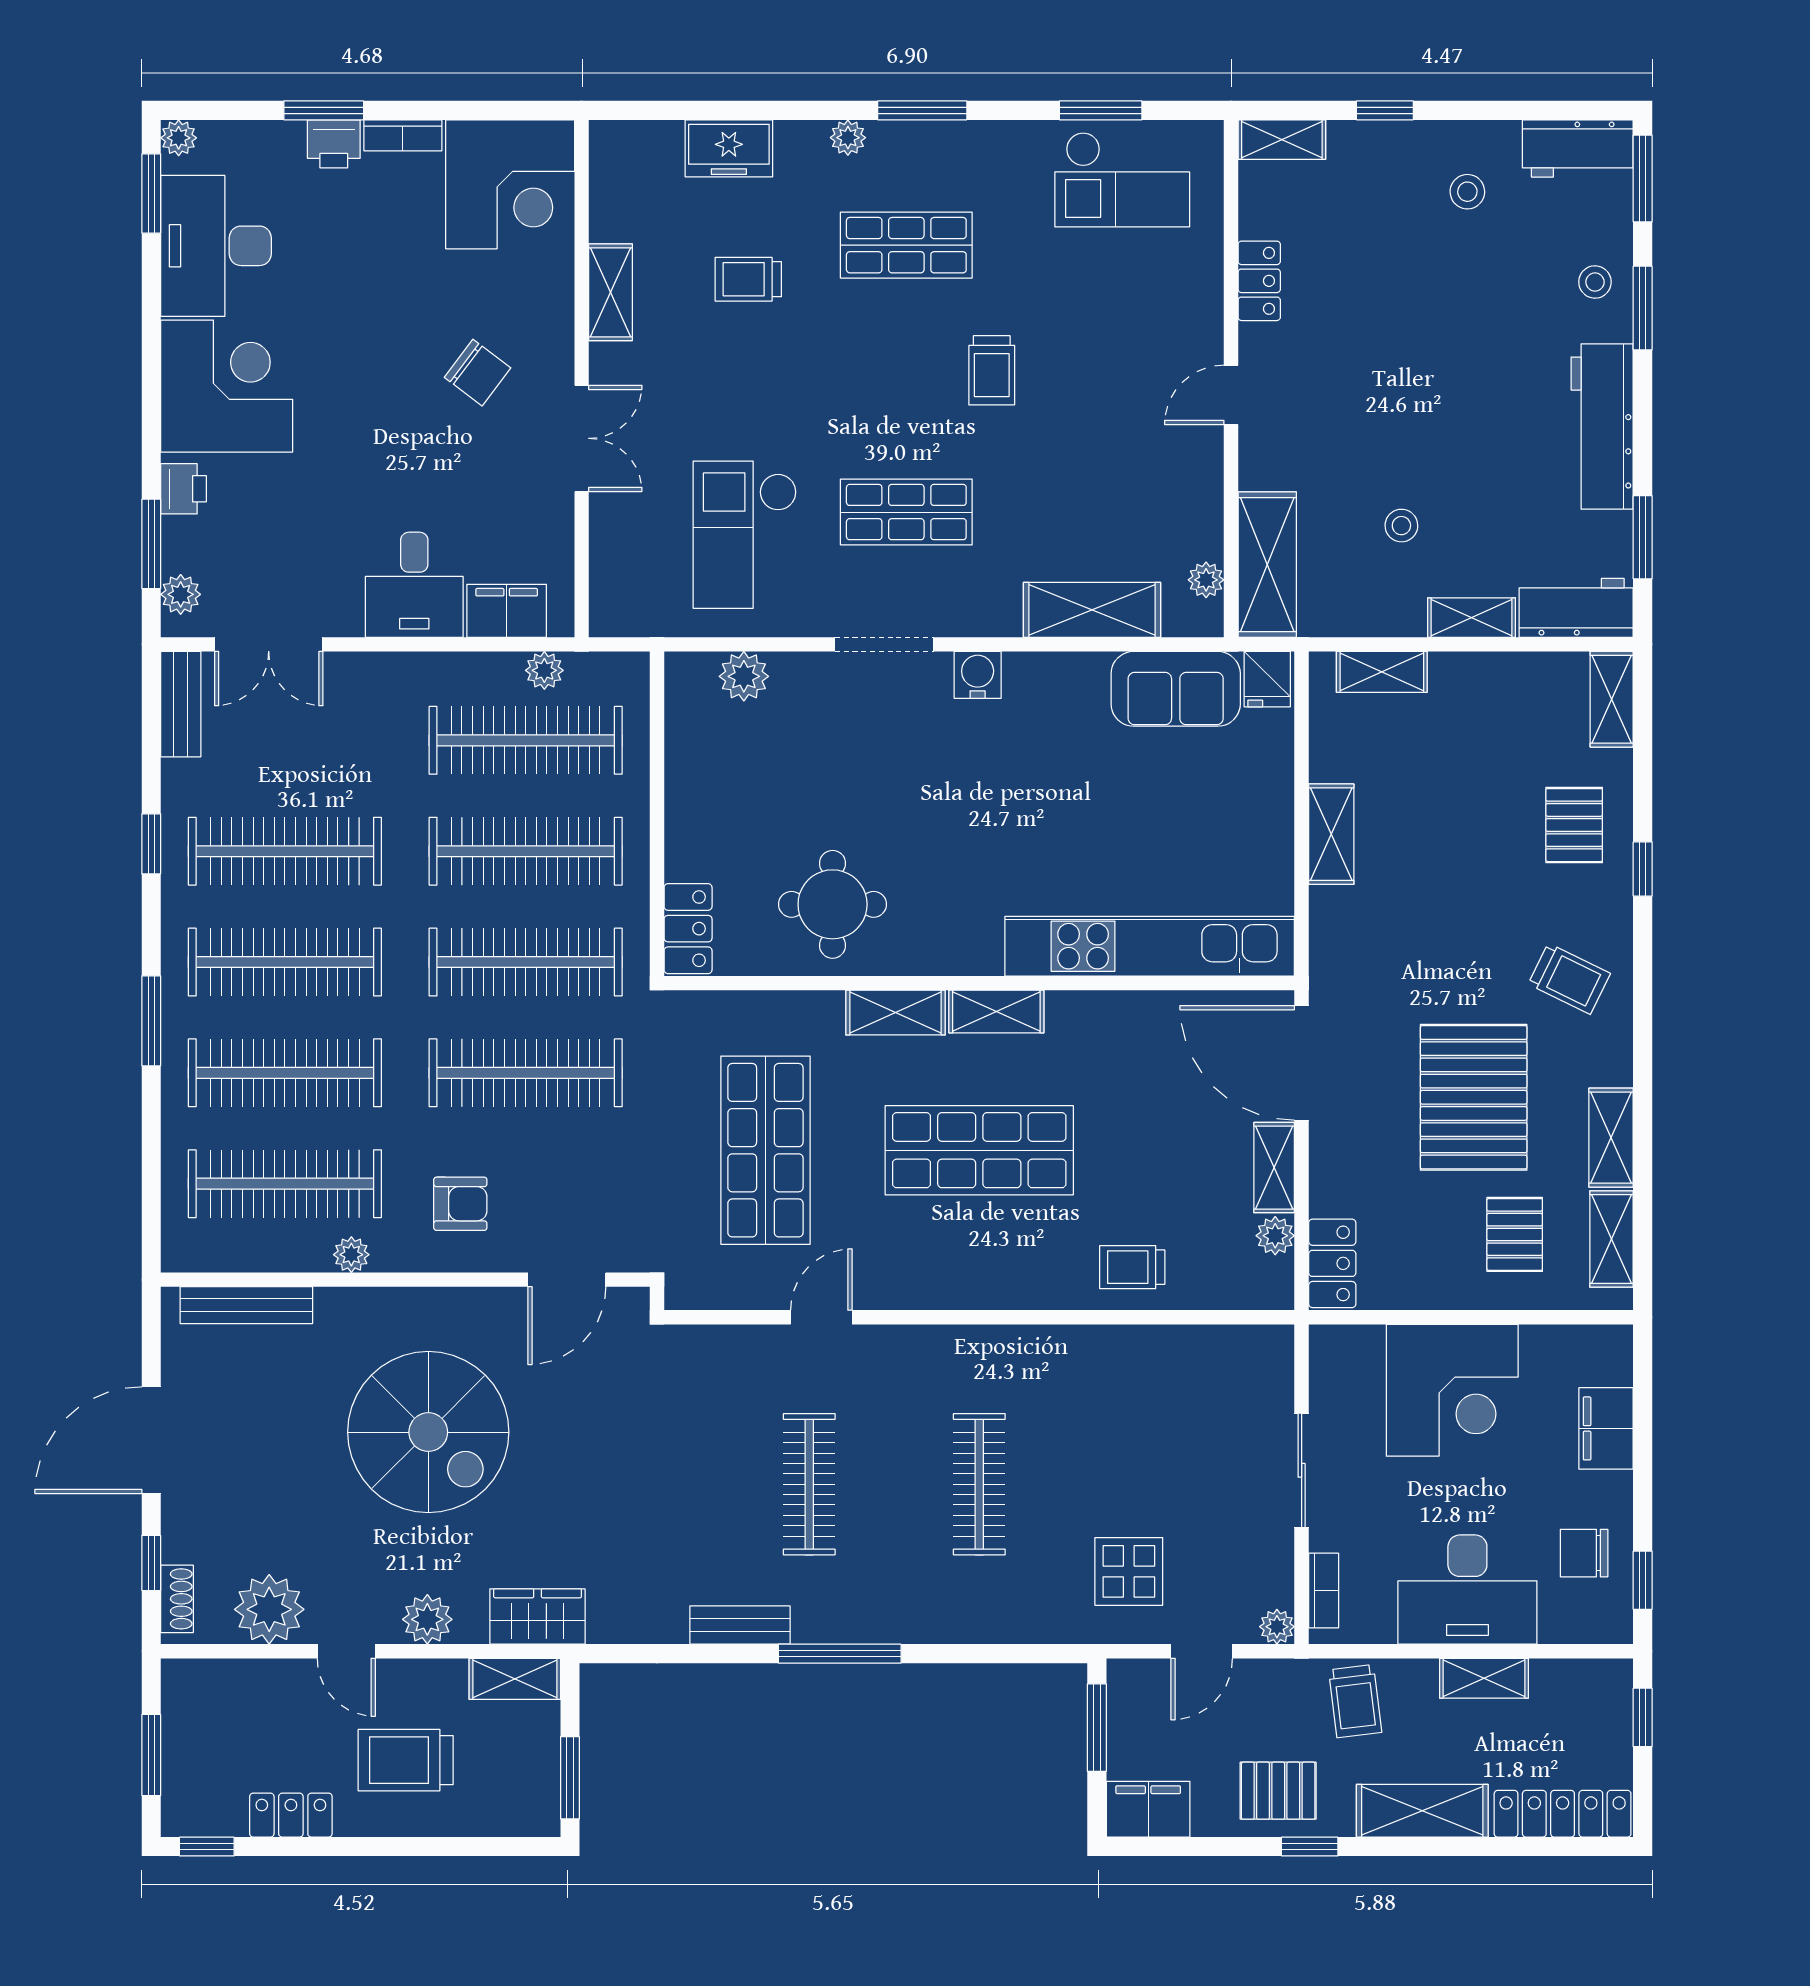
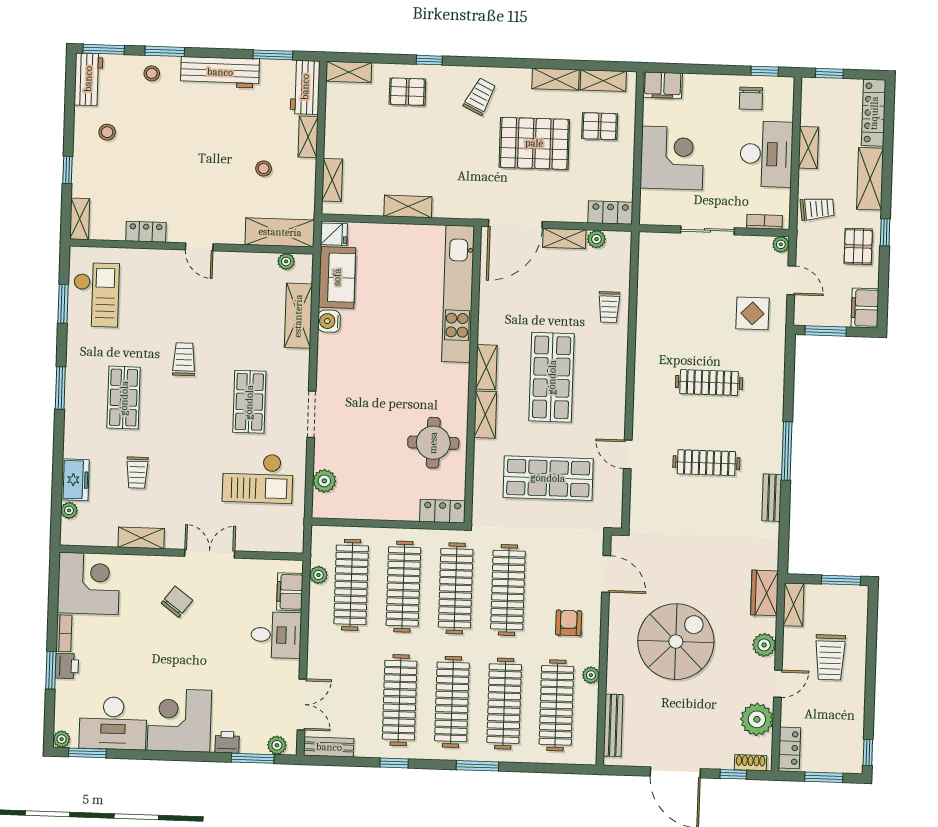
plant: (848, 138) -> (69, 510), moved
trolley: (992, 370) -> (184, 359), turned -90
water cooler: (978, 675) -> (329, 321), moved
filing cabinet: (1606, 1428) -> (663, 85), moved
locker: (291, 1815) -> (790, 748), moved, turned 180

